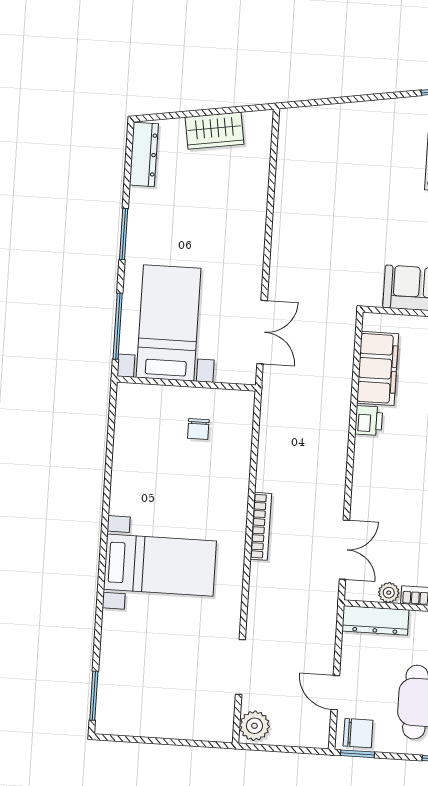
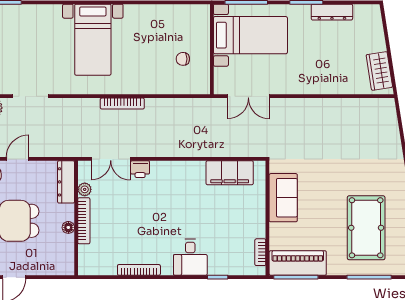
wardrobe: (215, 131) -> (379, 71), moved
dresser: (144, 154) -> (332, 12), moved
printer: (369, 421) -> (140, 169), moved

